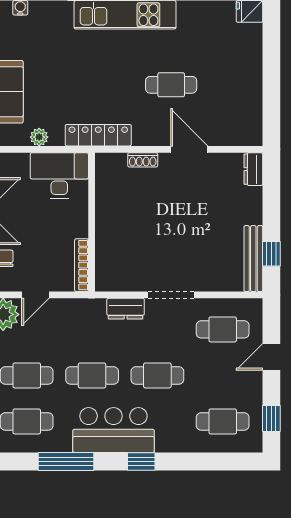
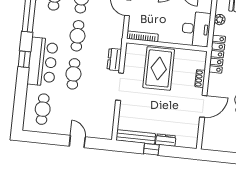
dresser: (253, 169) -> (166, 140), moved
rug: (133, 232) -> (159, 68), added
window: (271, 254) -> (151, 149), moved
cafe table: (223, 329) -> (96, 115), removed
window: (271, 419) -> (41, 138), removed
bar counter: (114, 430) -> (43, 62), moved

